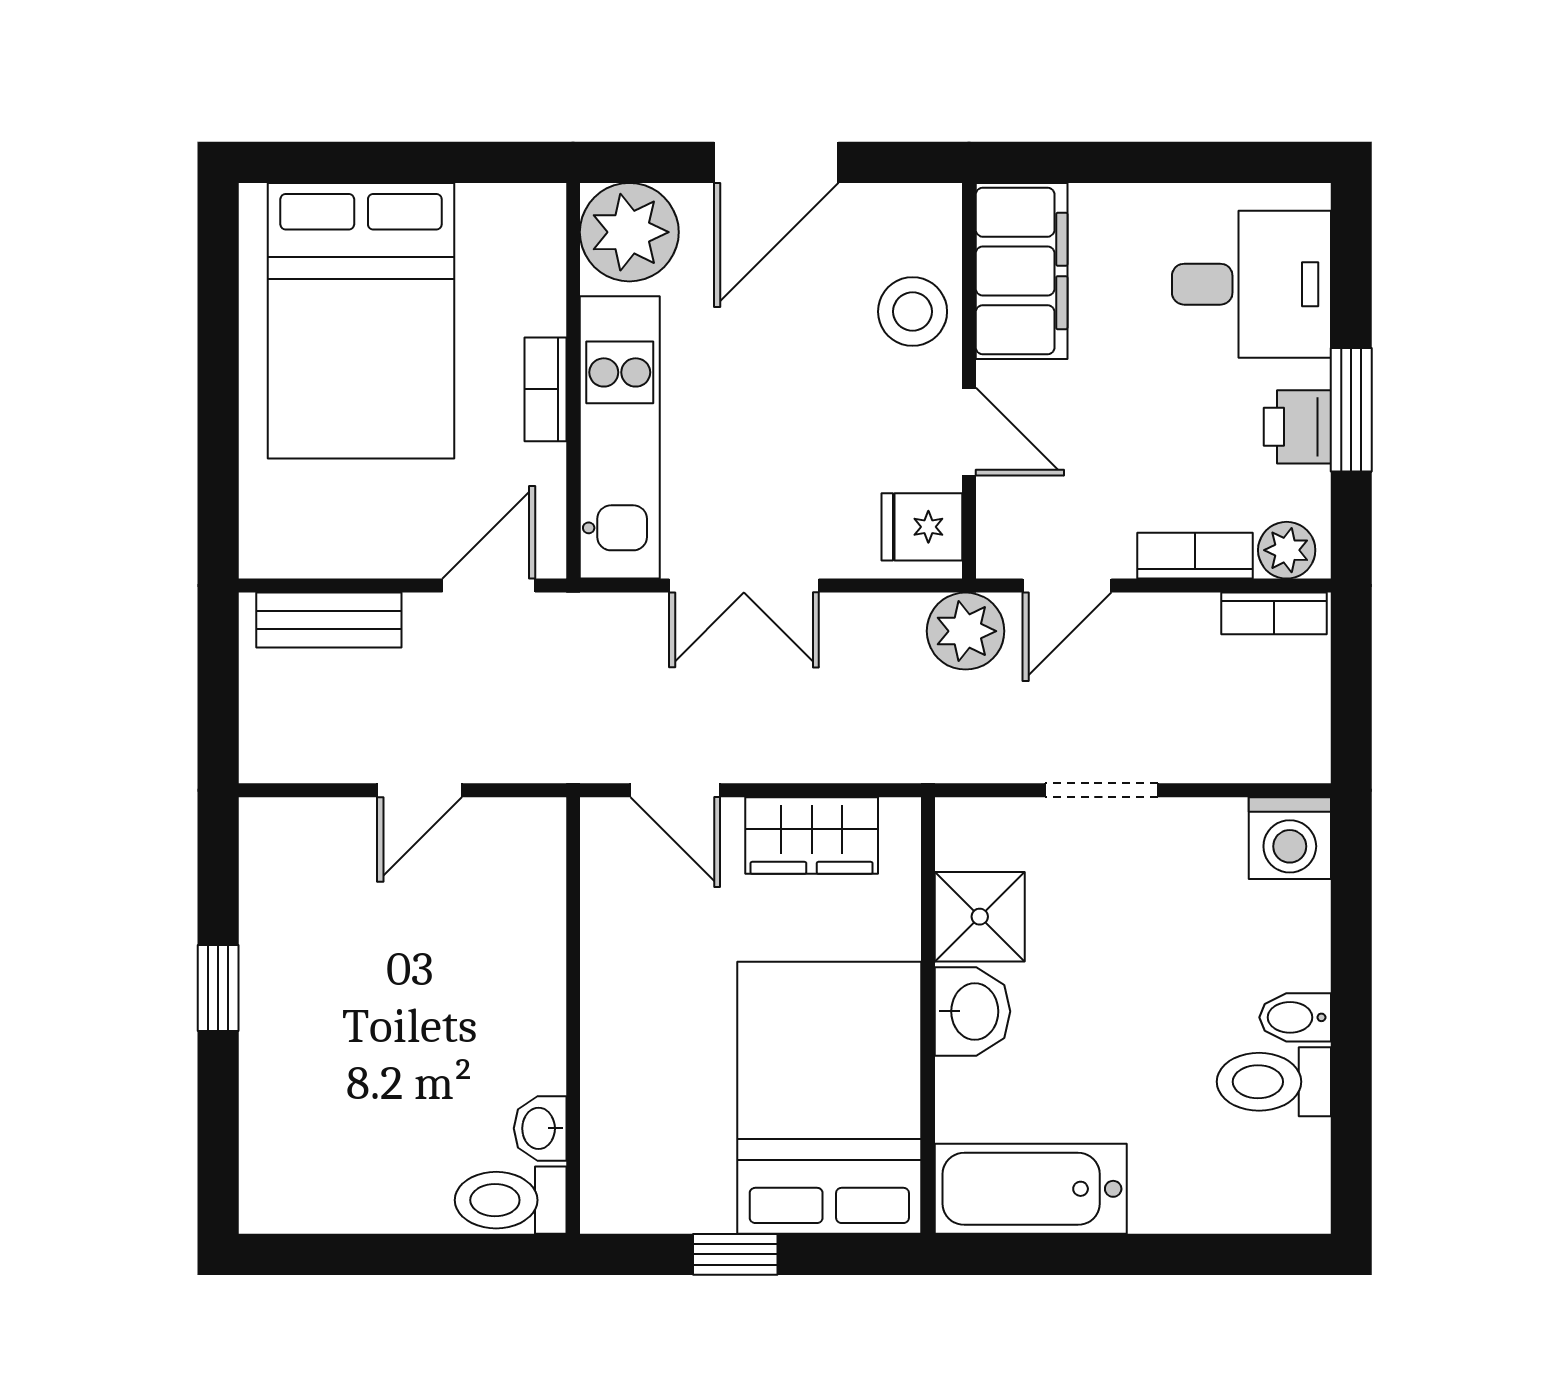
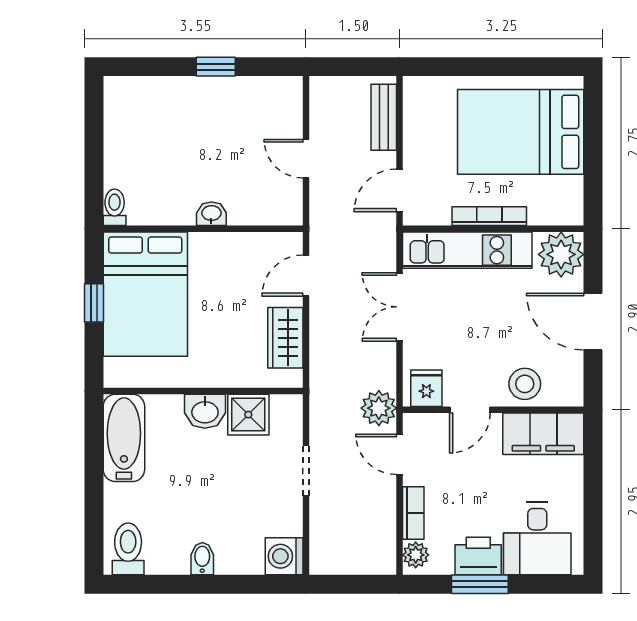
bookcase: (545, 389) -> (489, 216), width x1.56
printer: (1297, 427) -> (478, 556), width x1.36, depth x1.24
door: (489, 586) -> (400, 190), swing flipped
bookcase: (1274, 613) -> (387, 549), removed
toilet: (1274, 1082) -> (128, 549), moved
bed: (829, 1098) -> (145, 294), moved, turned 90
washbasin: (540, 1128) -> (211, 214), moved
toilet: (511, 1200) -> (115, 207), width x0.73, depth x0.72

